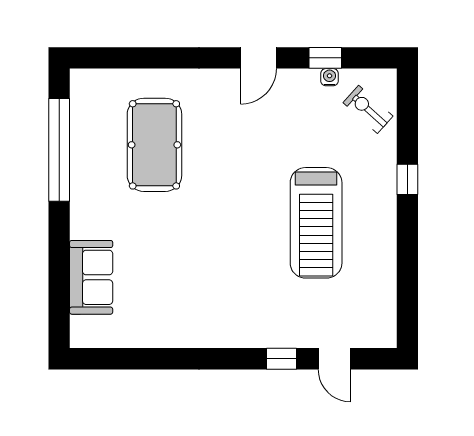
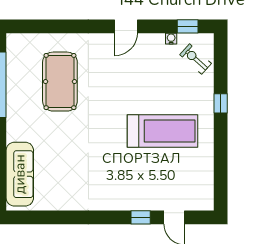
window: (325, 58) -> (188, 26), moved
treadmill: (316, 223) -> (163, 131), turned -90
sofa: (91, 277) -> (20, 174), width x1.36

